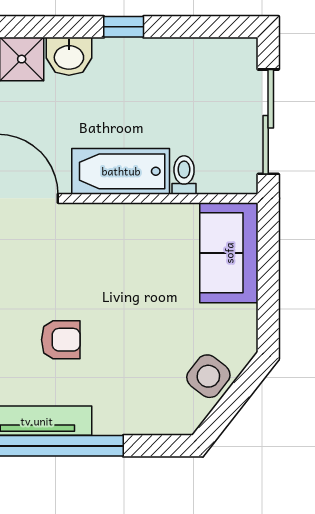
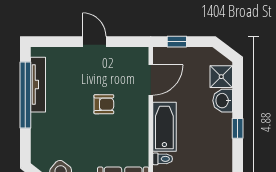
armchair: (61, 340) -> (104, 104), moved, turned -90

